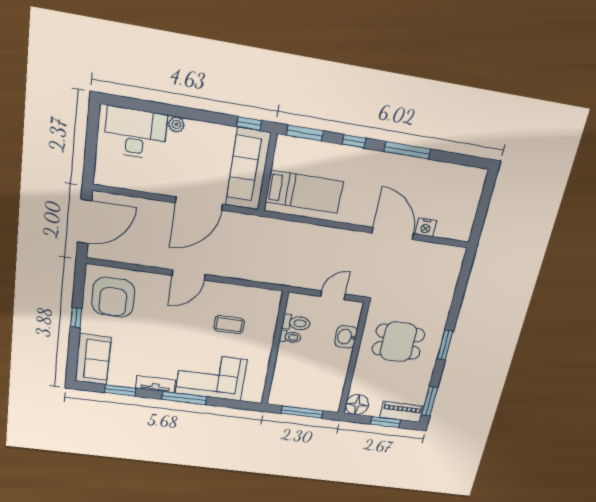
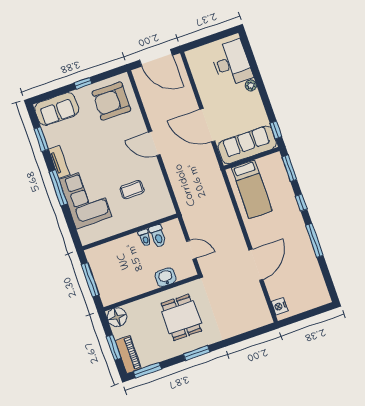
nightstand: (426, 227) -> (280, 306), moved
coffee table: (229, 325) -> (132, 190), turned 90

